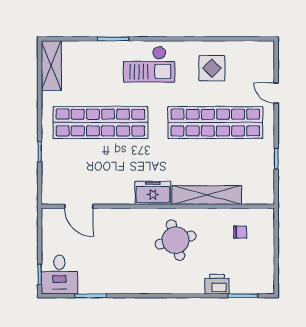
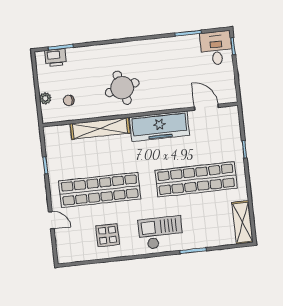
freezer: (153, 193) -> (159, 126), width x1.91, depth x1.26
plant: (267, 237) -> (45, 98), added
printer: (217, 284) -> (56, 58), moved

